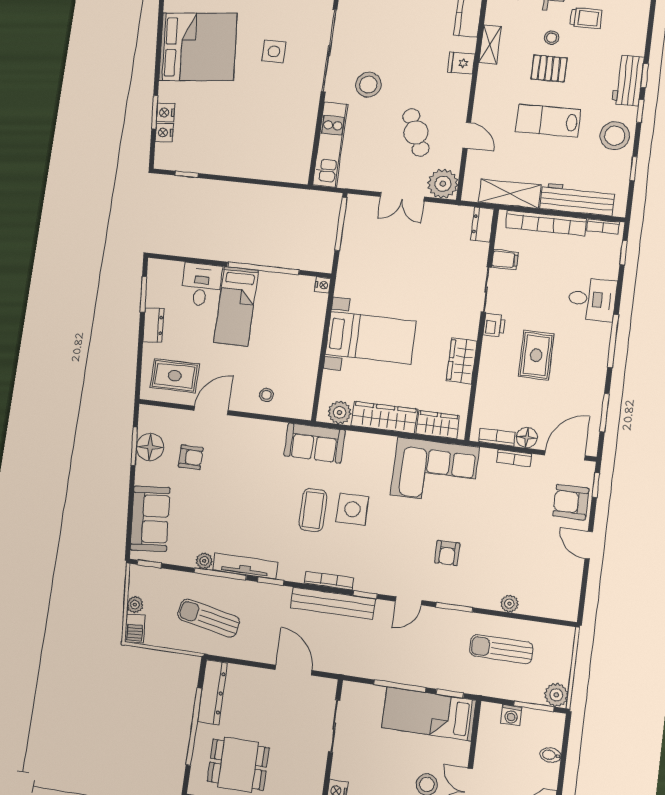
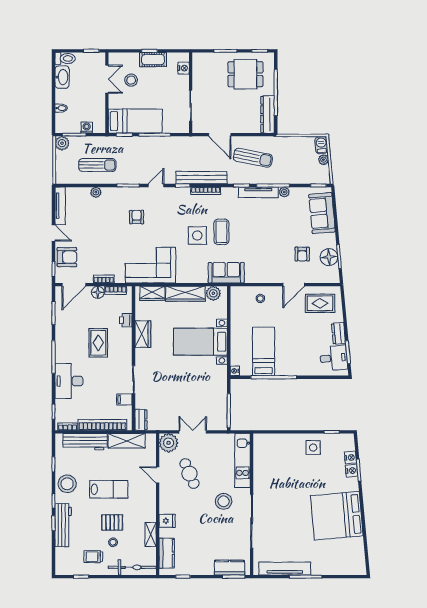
side table: (274, 51) -> (313, 448), moved
workbench: (628, 81) -> (63, 525), width x1.37
desk: (201, 285) -> (334, 358), moved, turned -95
desk: (592, 299) -> (69, 381), width x1.37
bed: (236, 306) -> (264, 351), moved
printer: (494, 325) -> (126, 320), moved
armchair: (191, 457) -> (302, 254), turned -90
tv unit: (572, 589) -> (60, 206), added
sun lounger: (209, 618) -> (253, 158), moved

